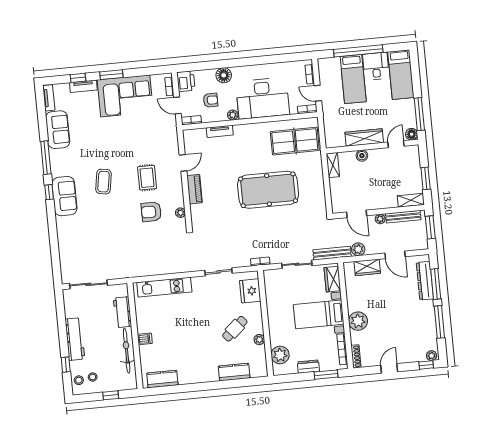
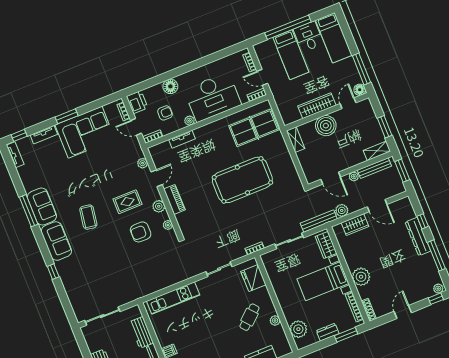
window: (78, 78) -> (19, 135), moved
sofa: (58, 130) -> (42, 206), moved
plant: (173, 144) -> (143, 163), added
boiler: (362, 156) -> (326, 126), width x1.86, depth x1.86
rug: (147, 178) -> (127, 202), turned 90
plant: (177, 191) -> (159, 206), added
window: (49, 192) -> (53, 272), moved
dresser: (425, 281) -> (418, 237), moved
window: (436, 284) -> (423, 221), width x0.46

